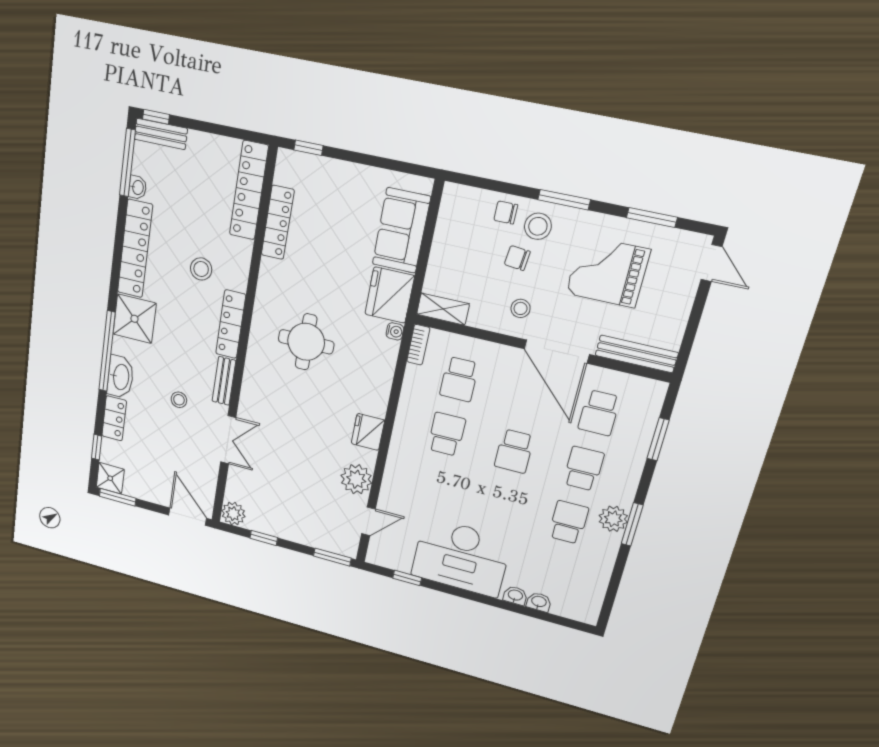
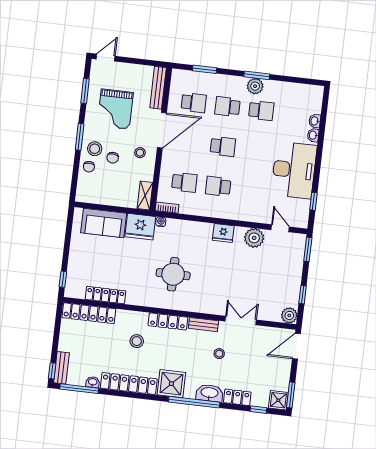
school desk: (568, 522) -> (261, 111), turned 180

